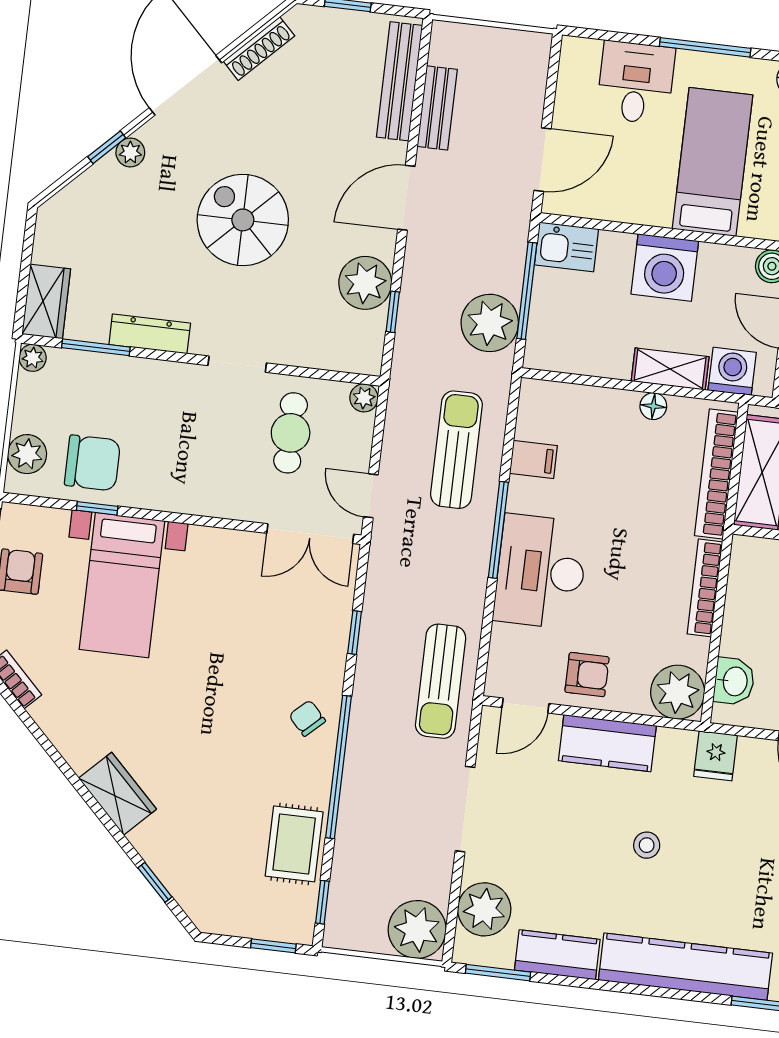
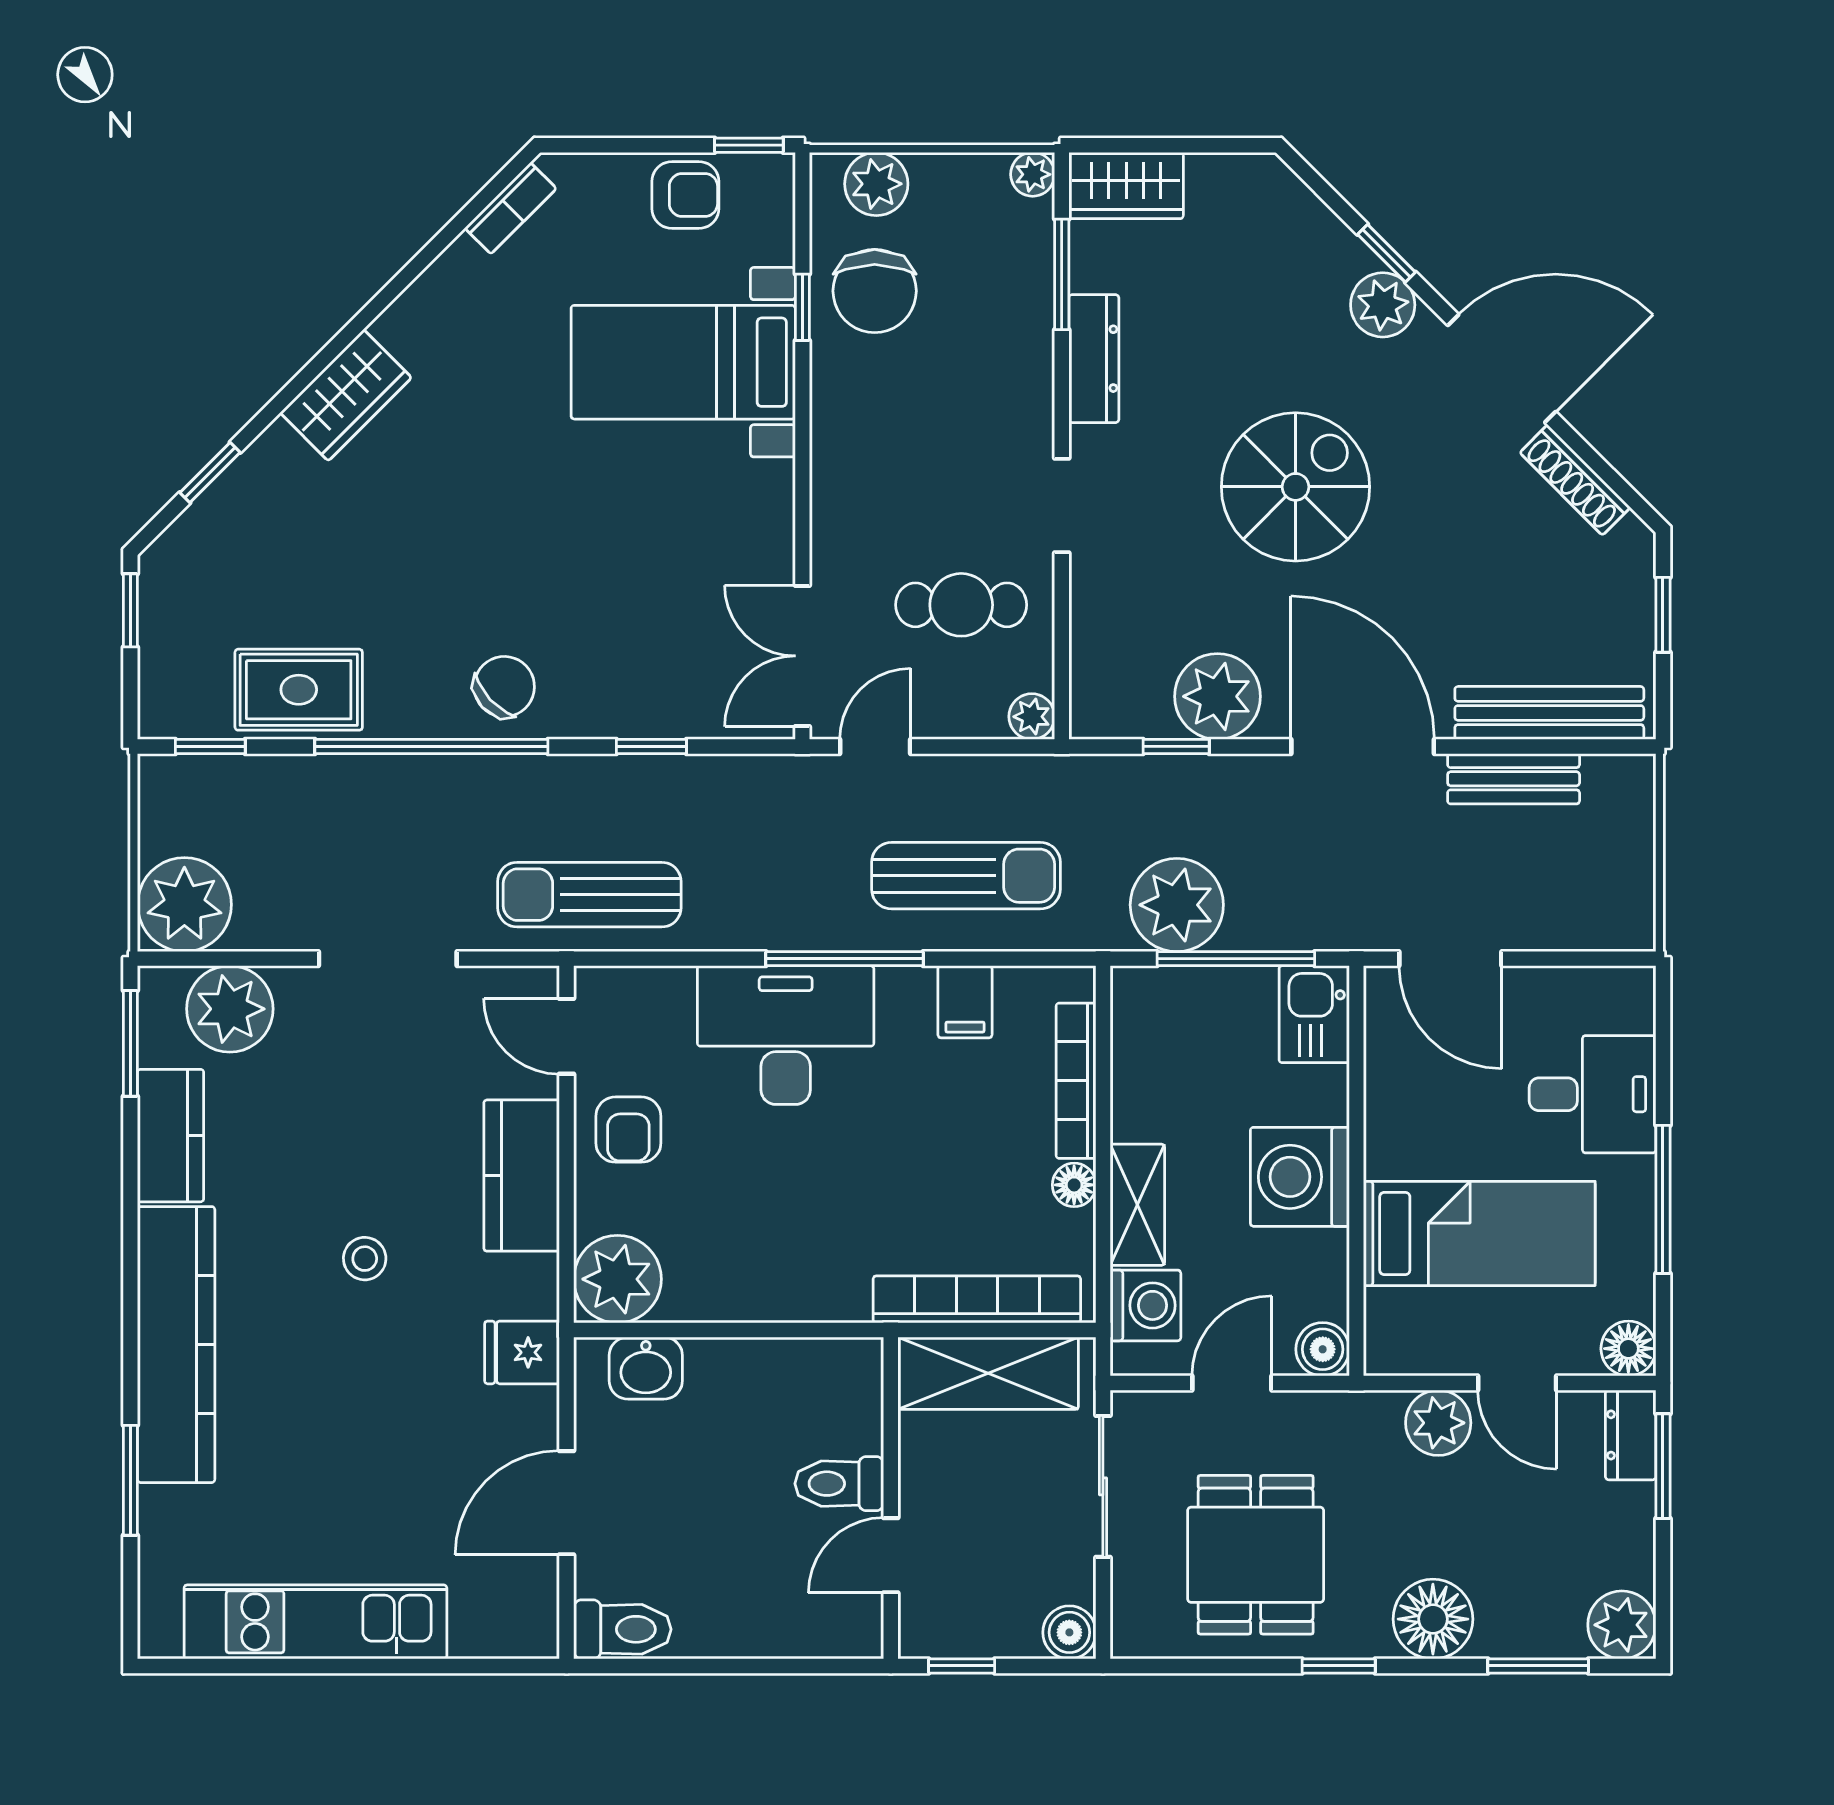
plant: (130, 152) -> (1383, 305), width x1.38, depth x1.38
door: (406, 198) -> (1363, 746), width x1.36
bookcase: (705, 588) -> (1076, 1081), moved, turned -90
chair: (307, 718) -> (504, 687), width x1.37, depth x1.37
window: (273, 946) -> (130, 610), moved

